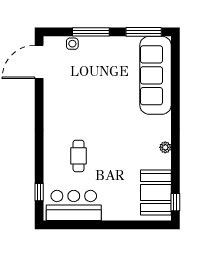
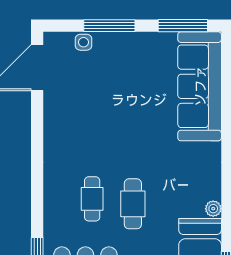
plant: (165, 147) -> (213, 209), moved
cafe table: (108, 159) -> (133, 204), added

